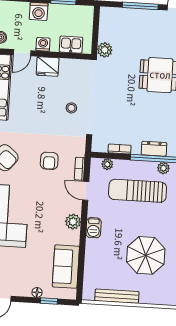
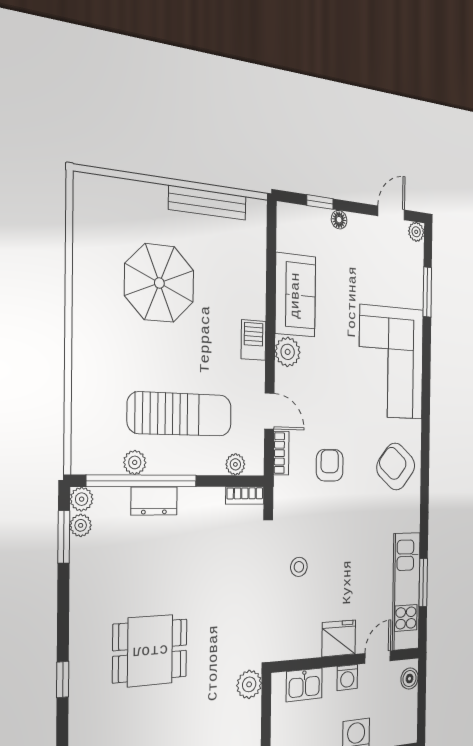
bookcase: (119, 149) -> (245, 495), moved
sofa: (66, 267) -> (295, 295), moved

